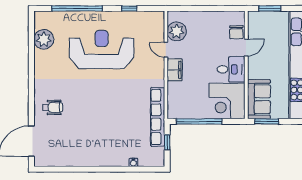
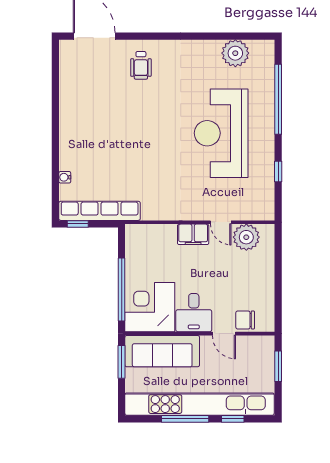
reception desk: (102, 50) -> (221, 133), turned 180
door: (166, 50) -> (221, 222), swing flipped
sofa: (259, 99) -> (162, 351), width x1.36
row of seats: (158, 117) -> (100, 211), moved
window: (199, 121) -> (122, 289), moved
window: (167, 142) -> (78, 224), moved

